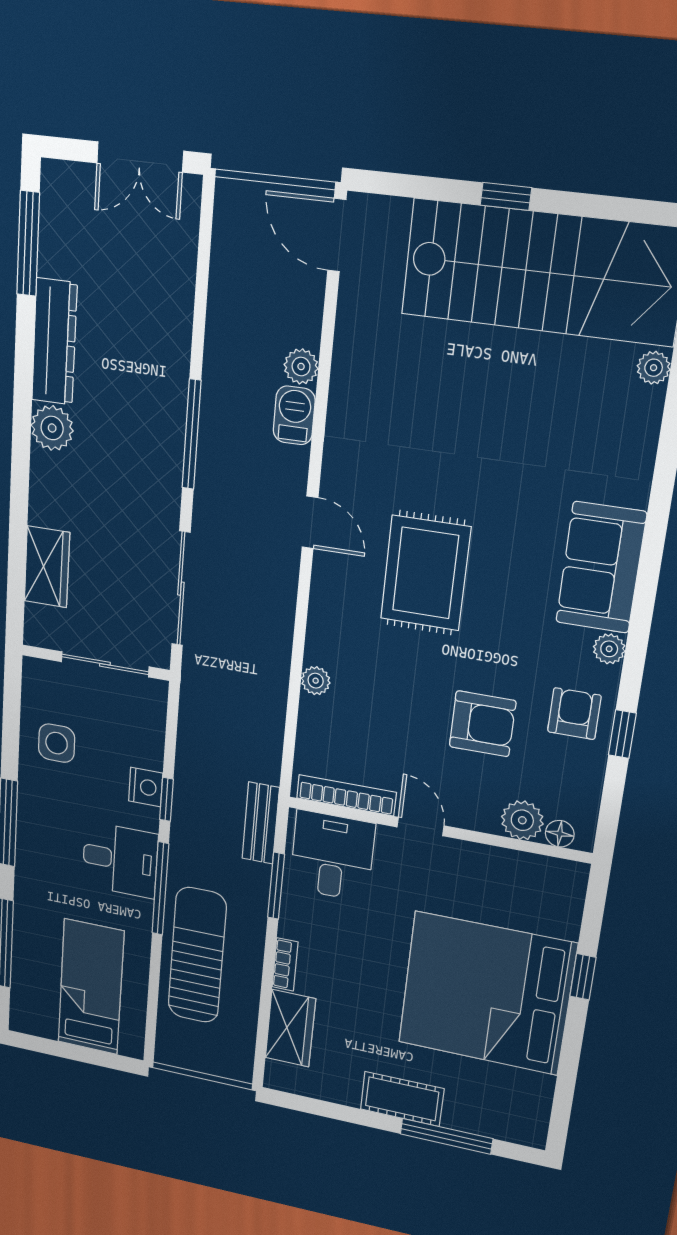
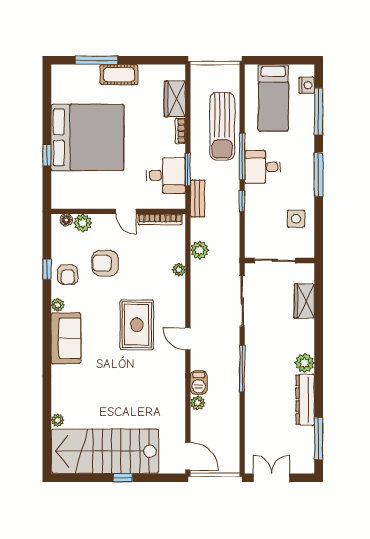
plant: (266, 715) -> (200, 250), added
nightstand: (146, 787) -> (307, 85), moved, turned 180
desk: (332, 856) -> (166, 175), moved, turned -90

